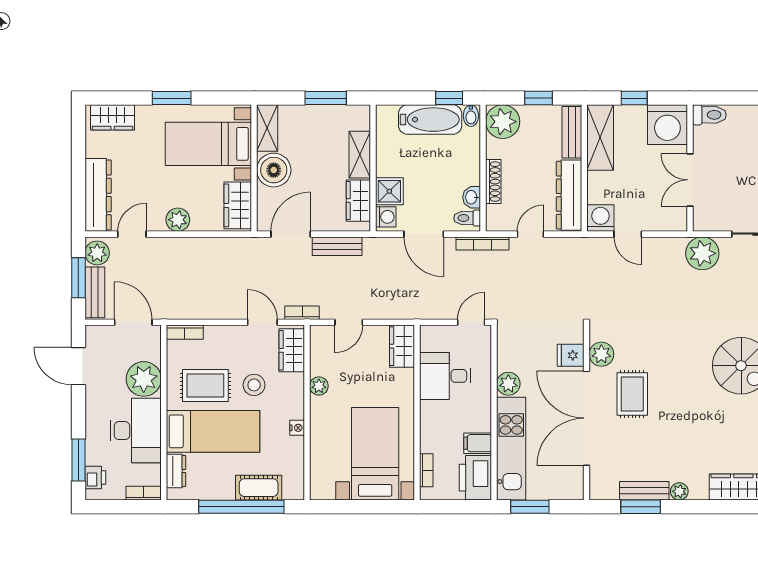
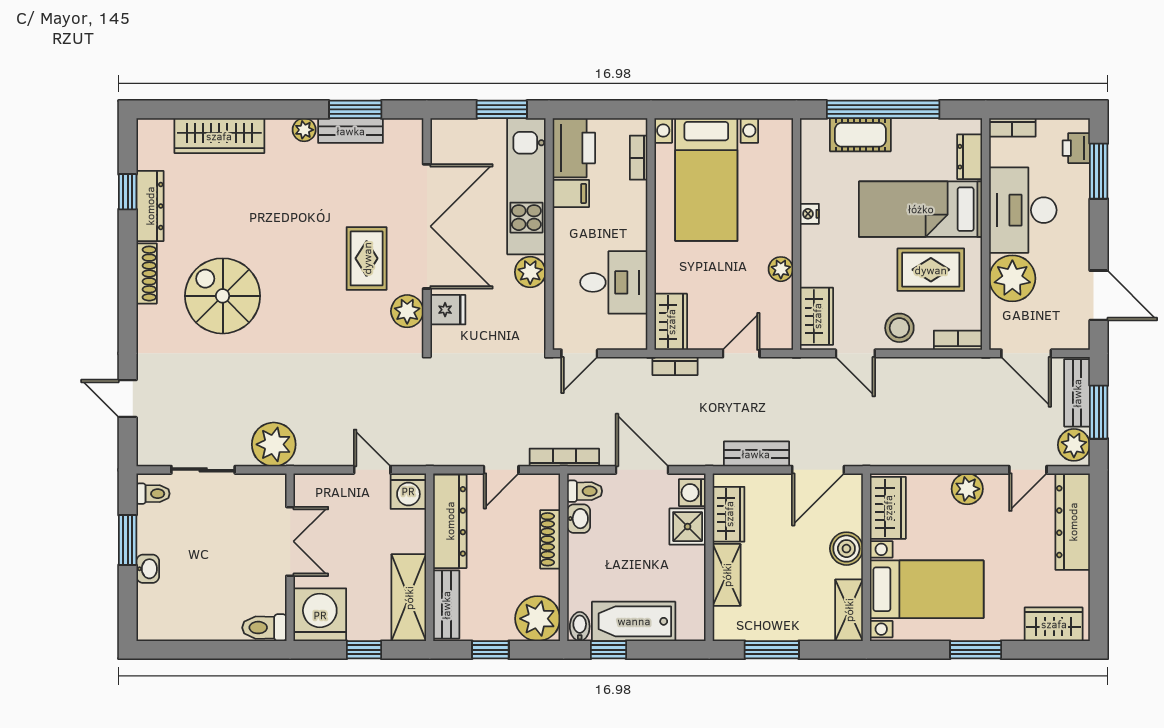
boiler: (274, 170) -> (846, 549), width x0.73, depth x0.73
bookcase: (302, 313) -> (675, 366), moved
stool: (254, 385) -> (899, 328), moved

